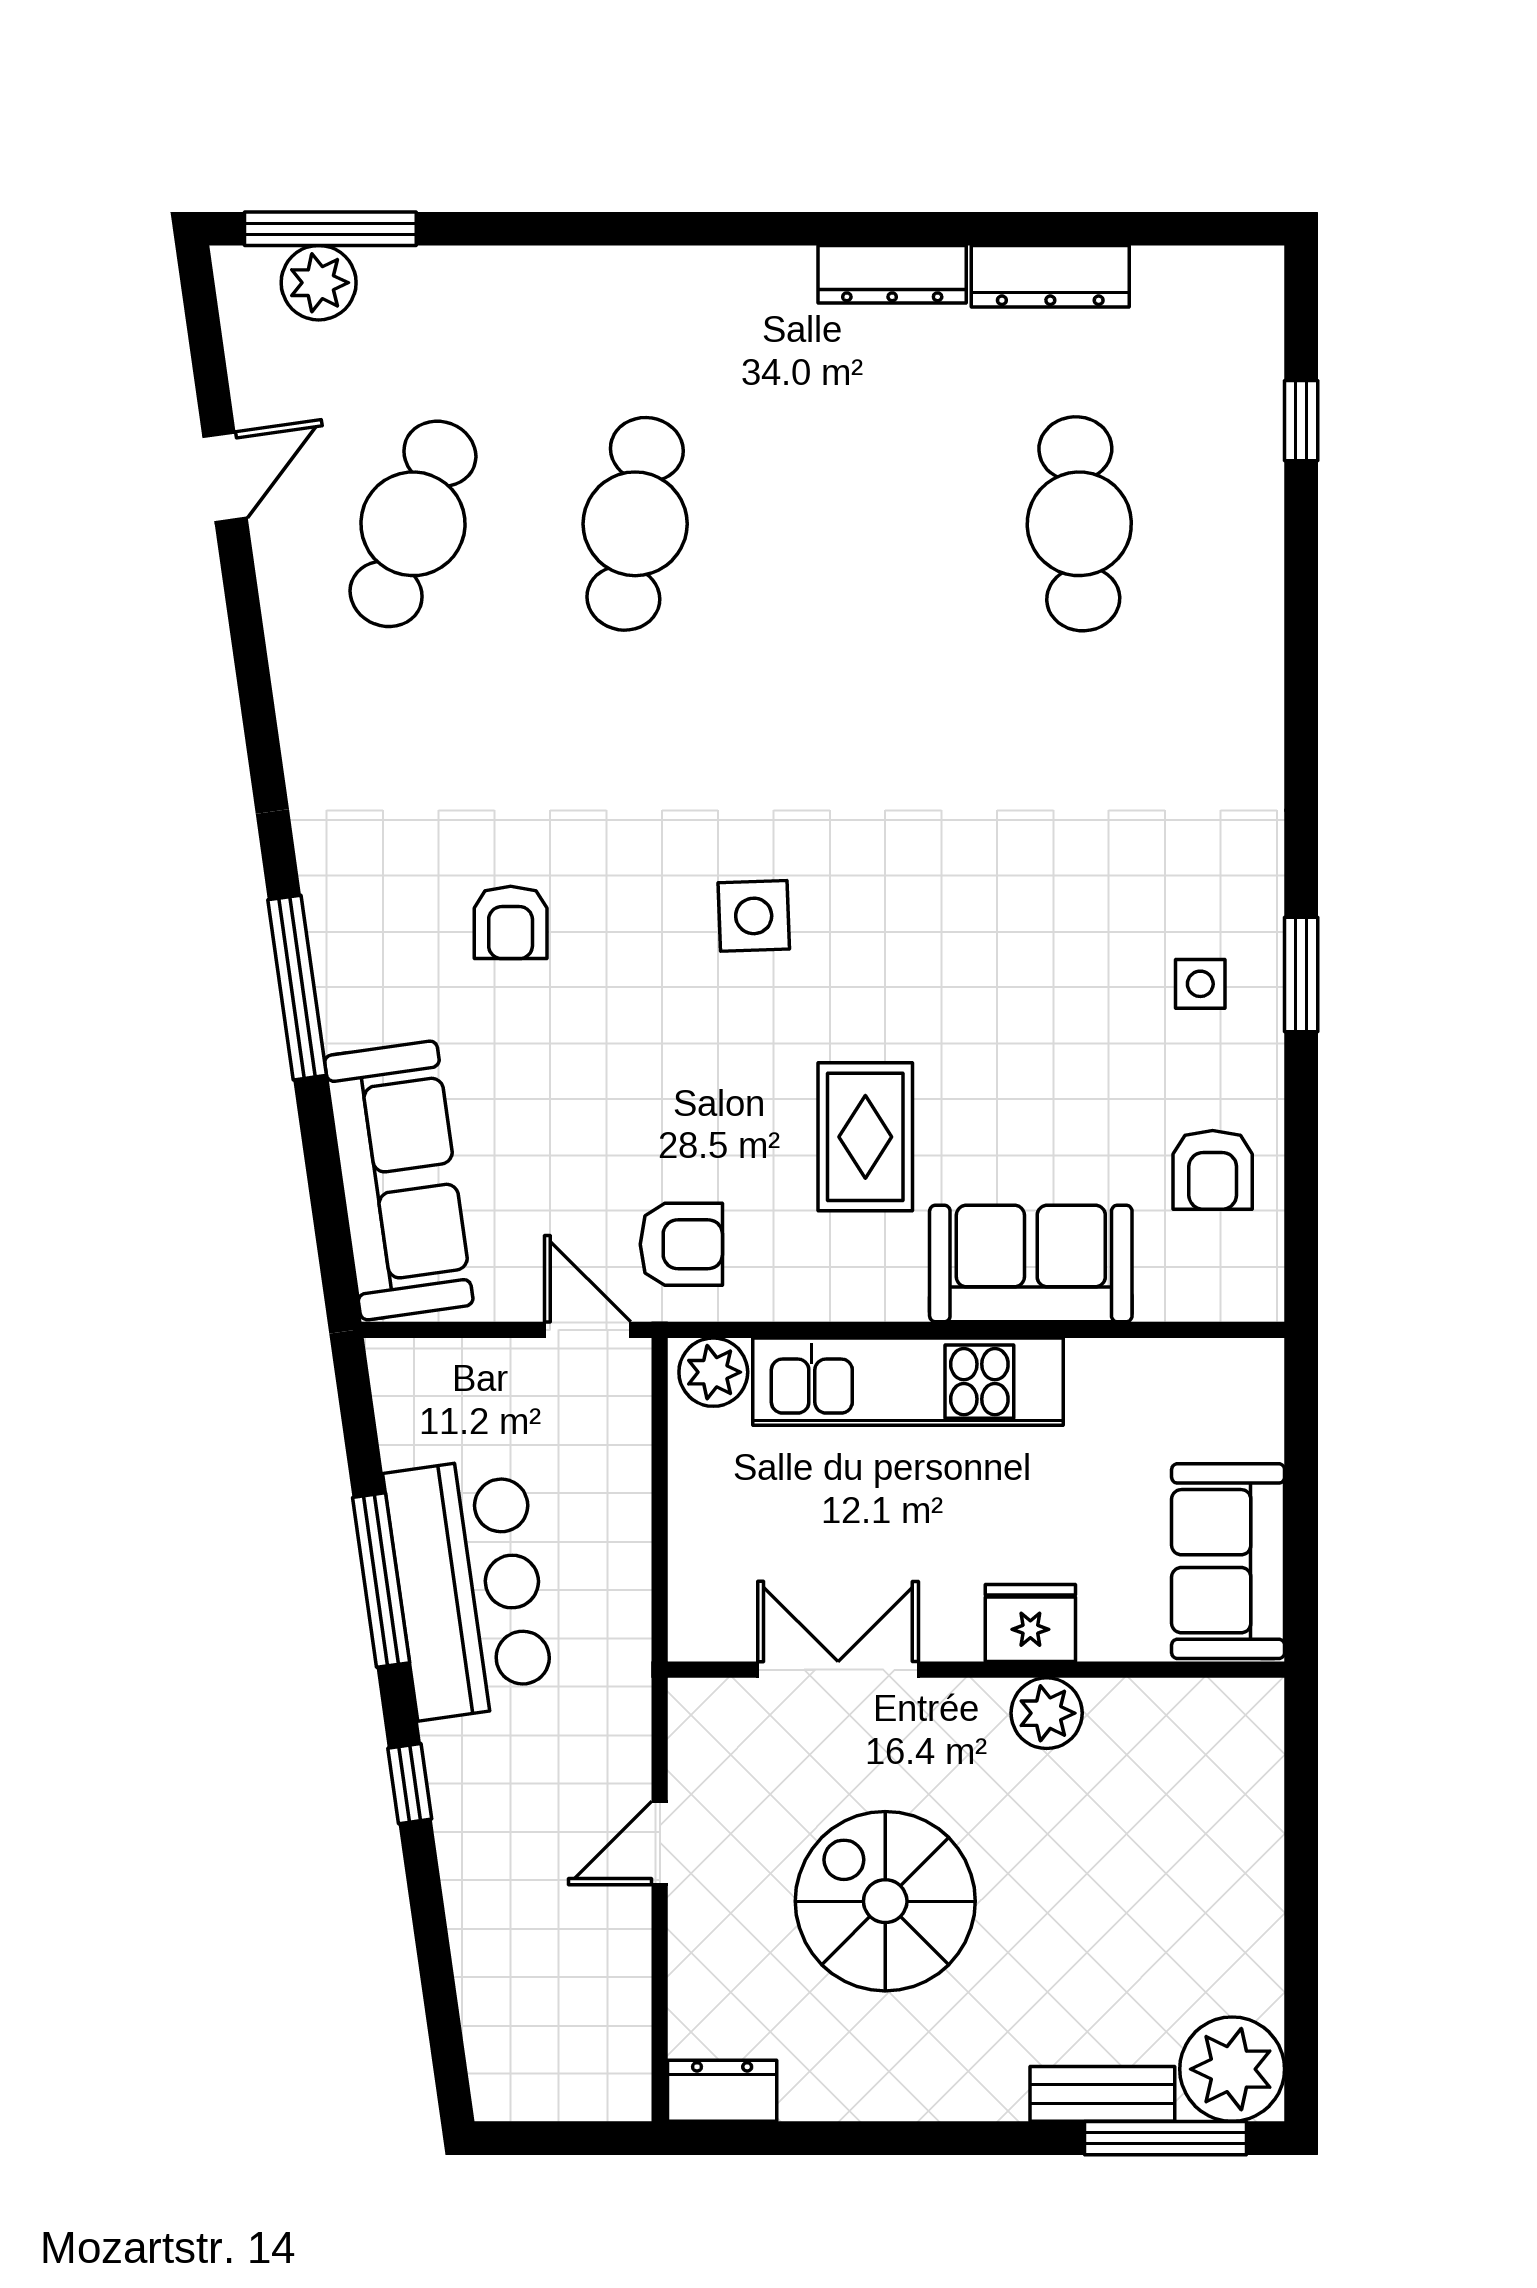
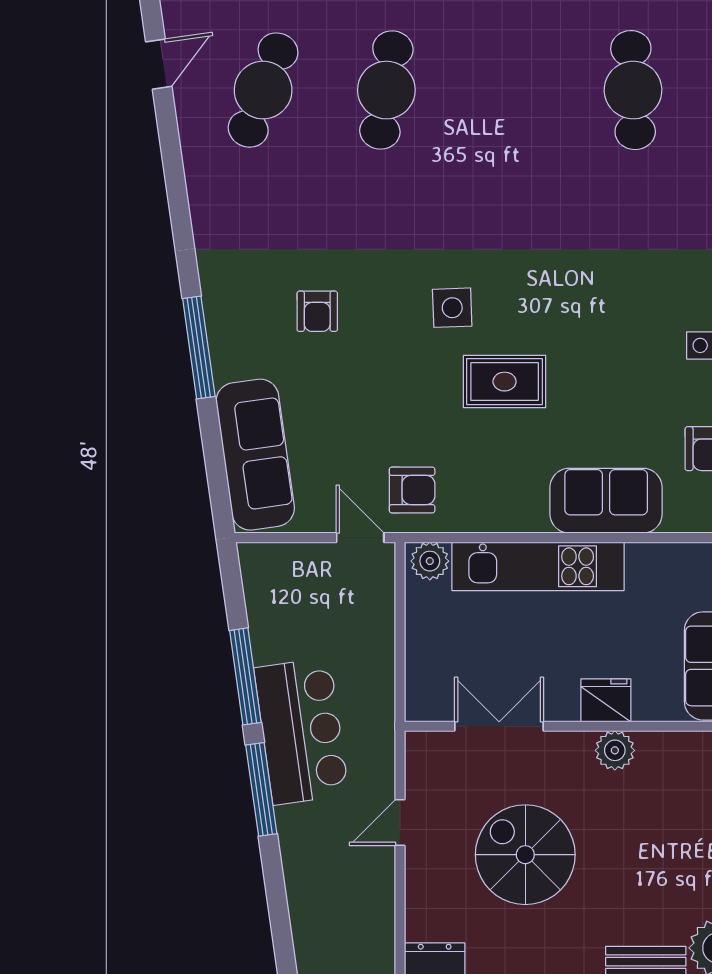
rug: (865, 1137) -> (505, 382), moved, turned 90
bar counter: (469, 1588) -> (301, 731), moved
window: (410, 1784) -> (261, 789), width x2.17

